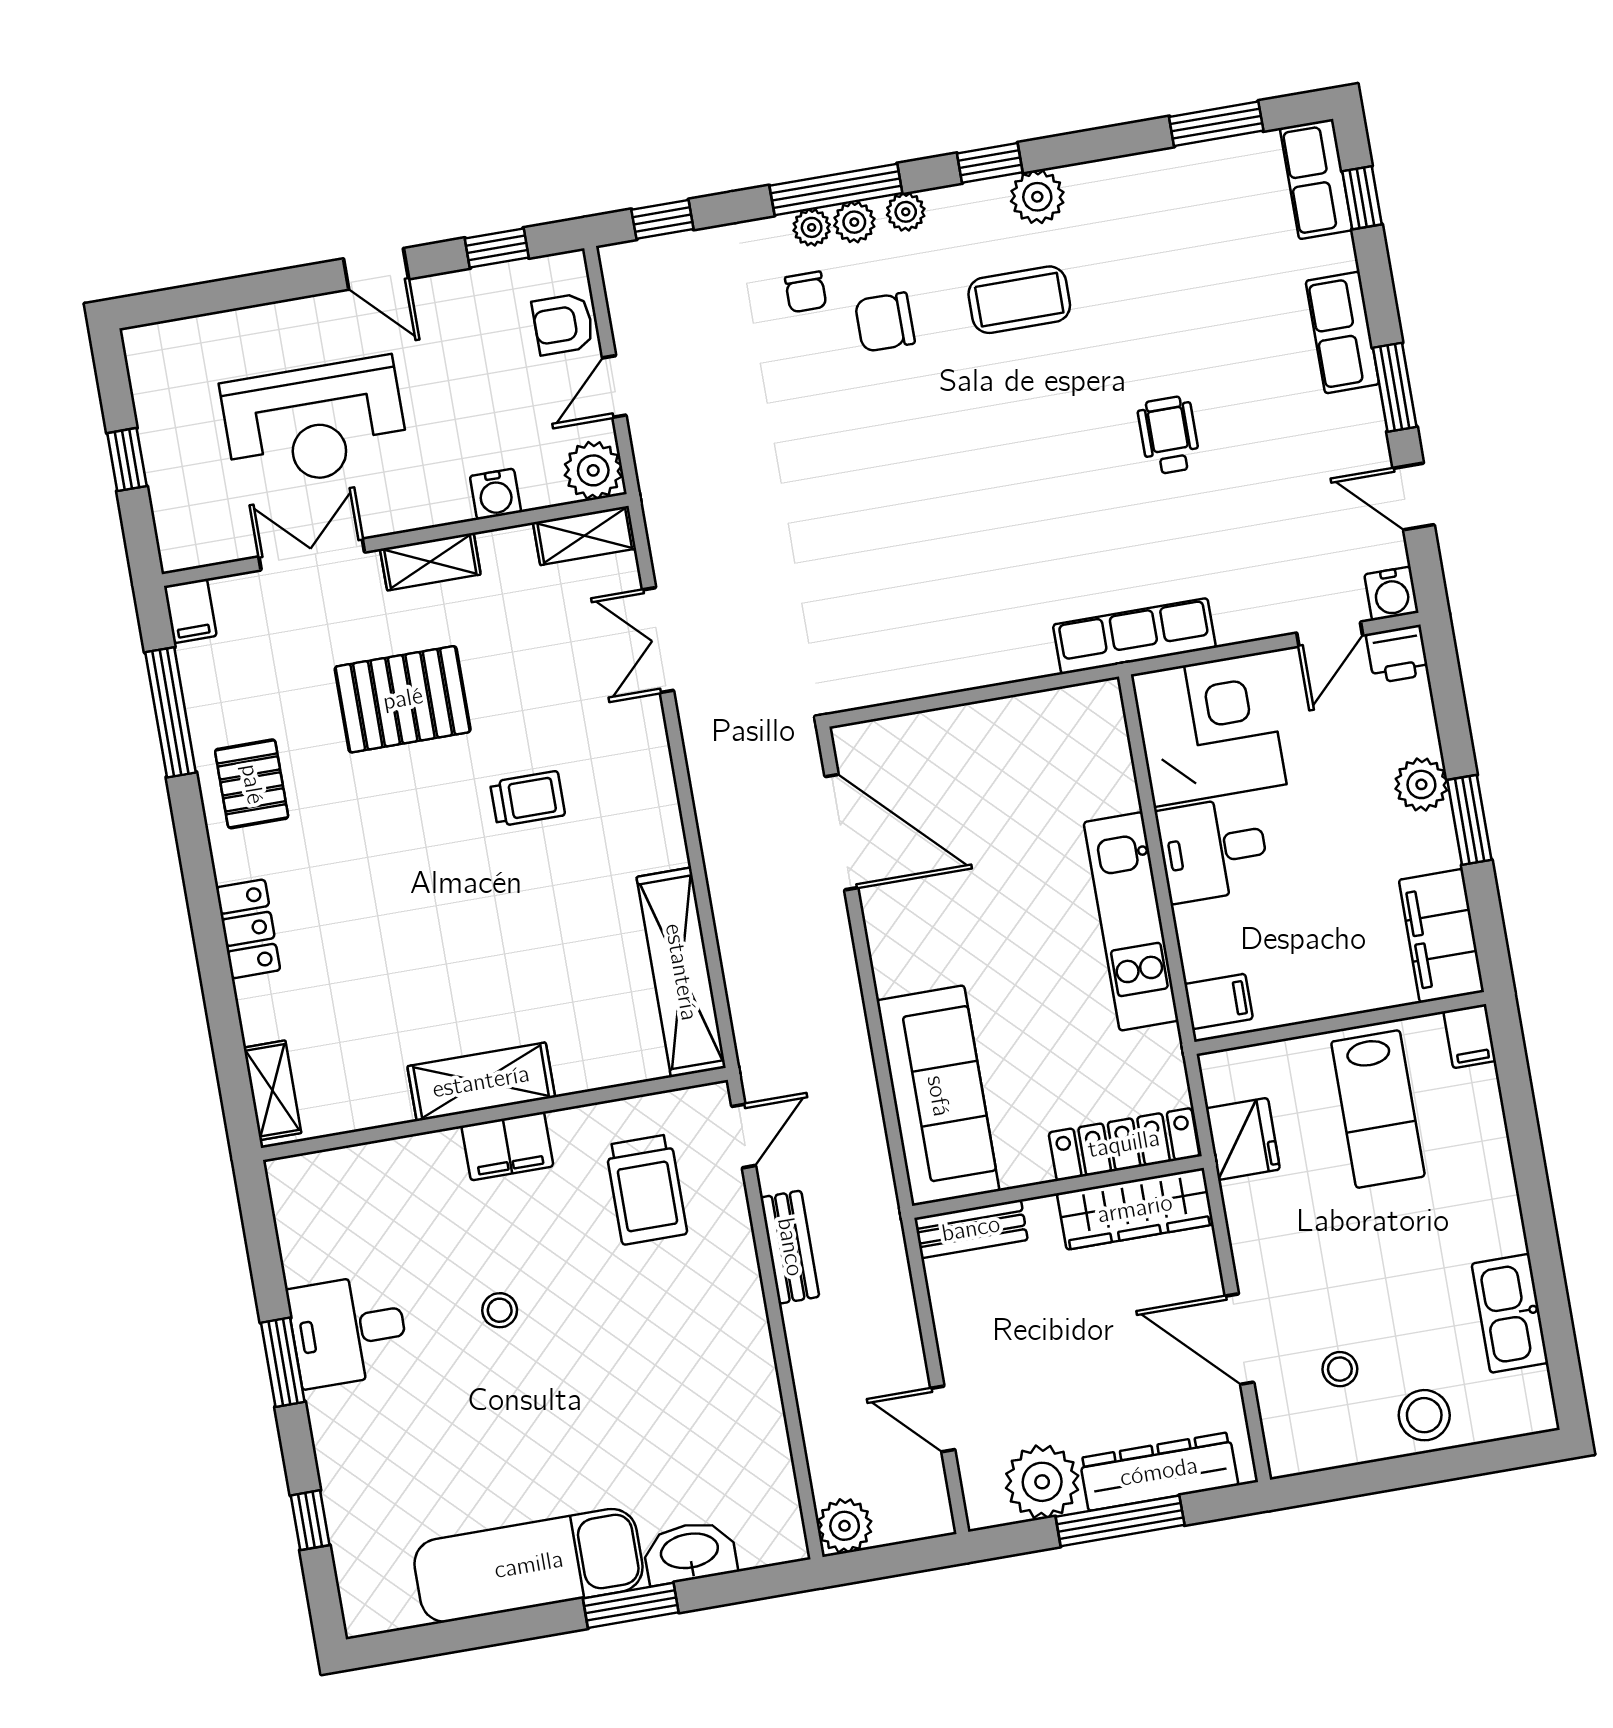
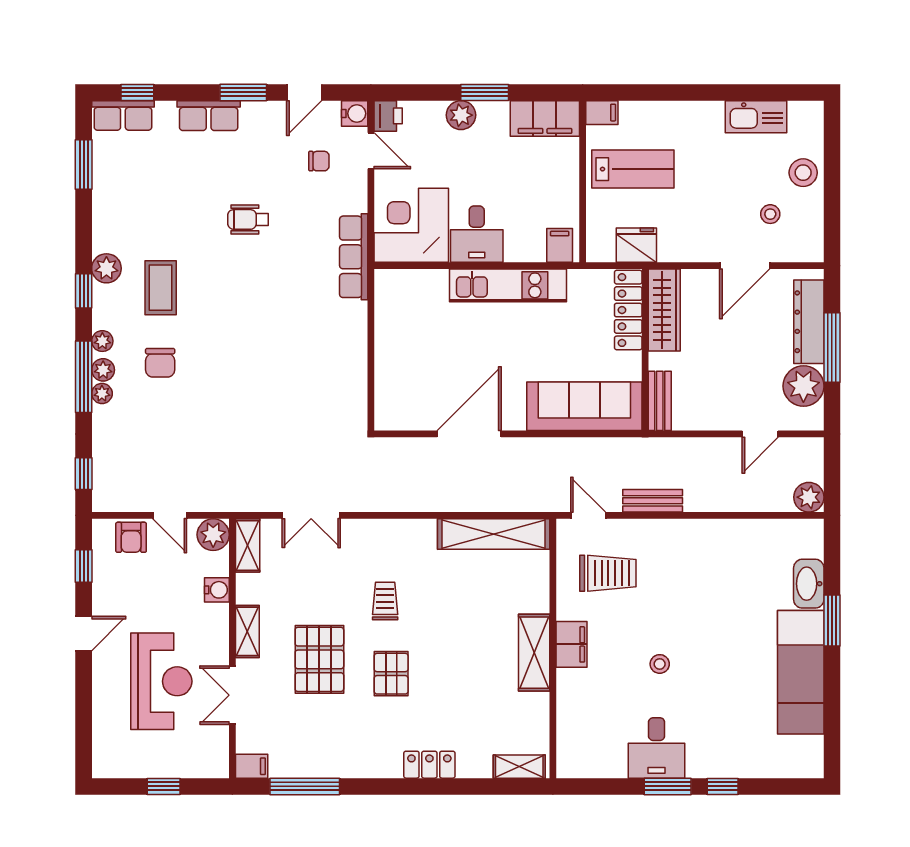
chair: (806, 292) -> (319, 161), moved
pallet: (252, 784) -> (391, 674), moved, turned 90
door: (841, 832) -> (469, 434), moved
window: (310, 1520) -> (723, 786), moved

